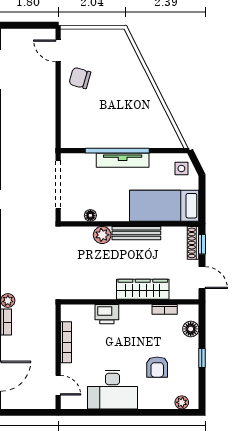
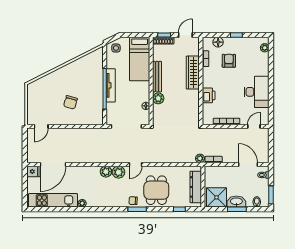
chair: (80, 78) -> (70, 102), moved
armchair: (157, 367) -> (229, 61), moved, turned -90

